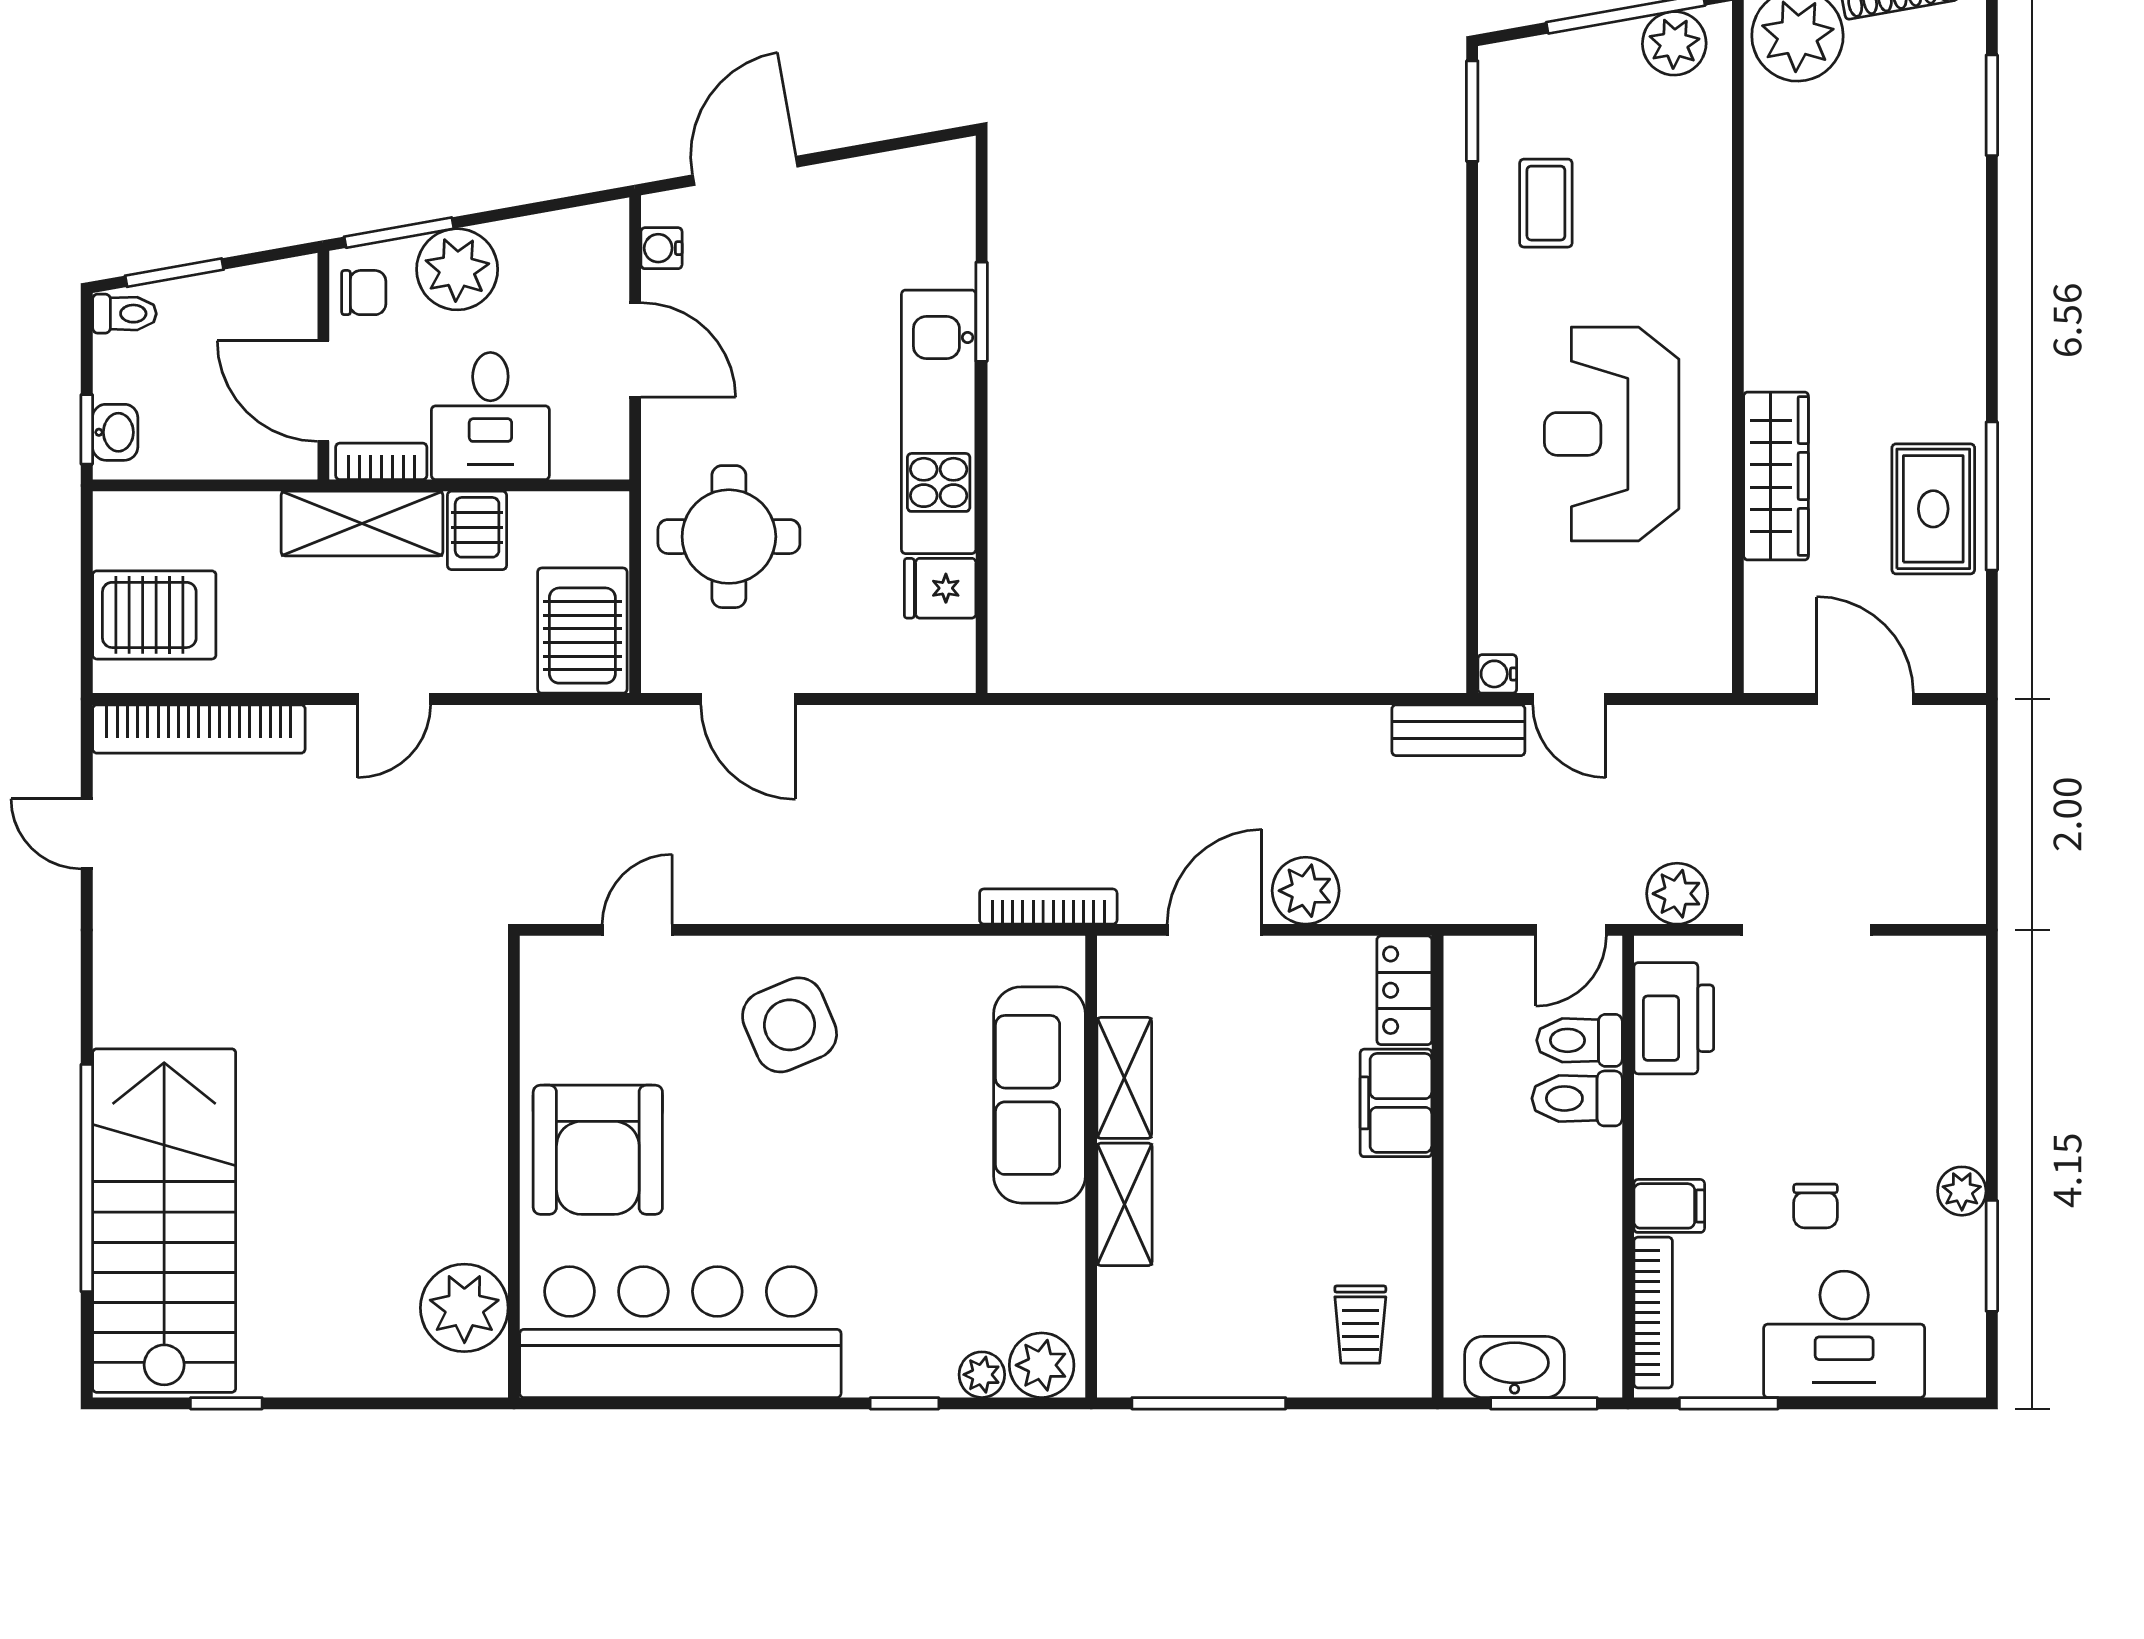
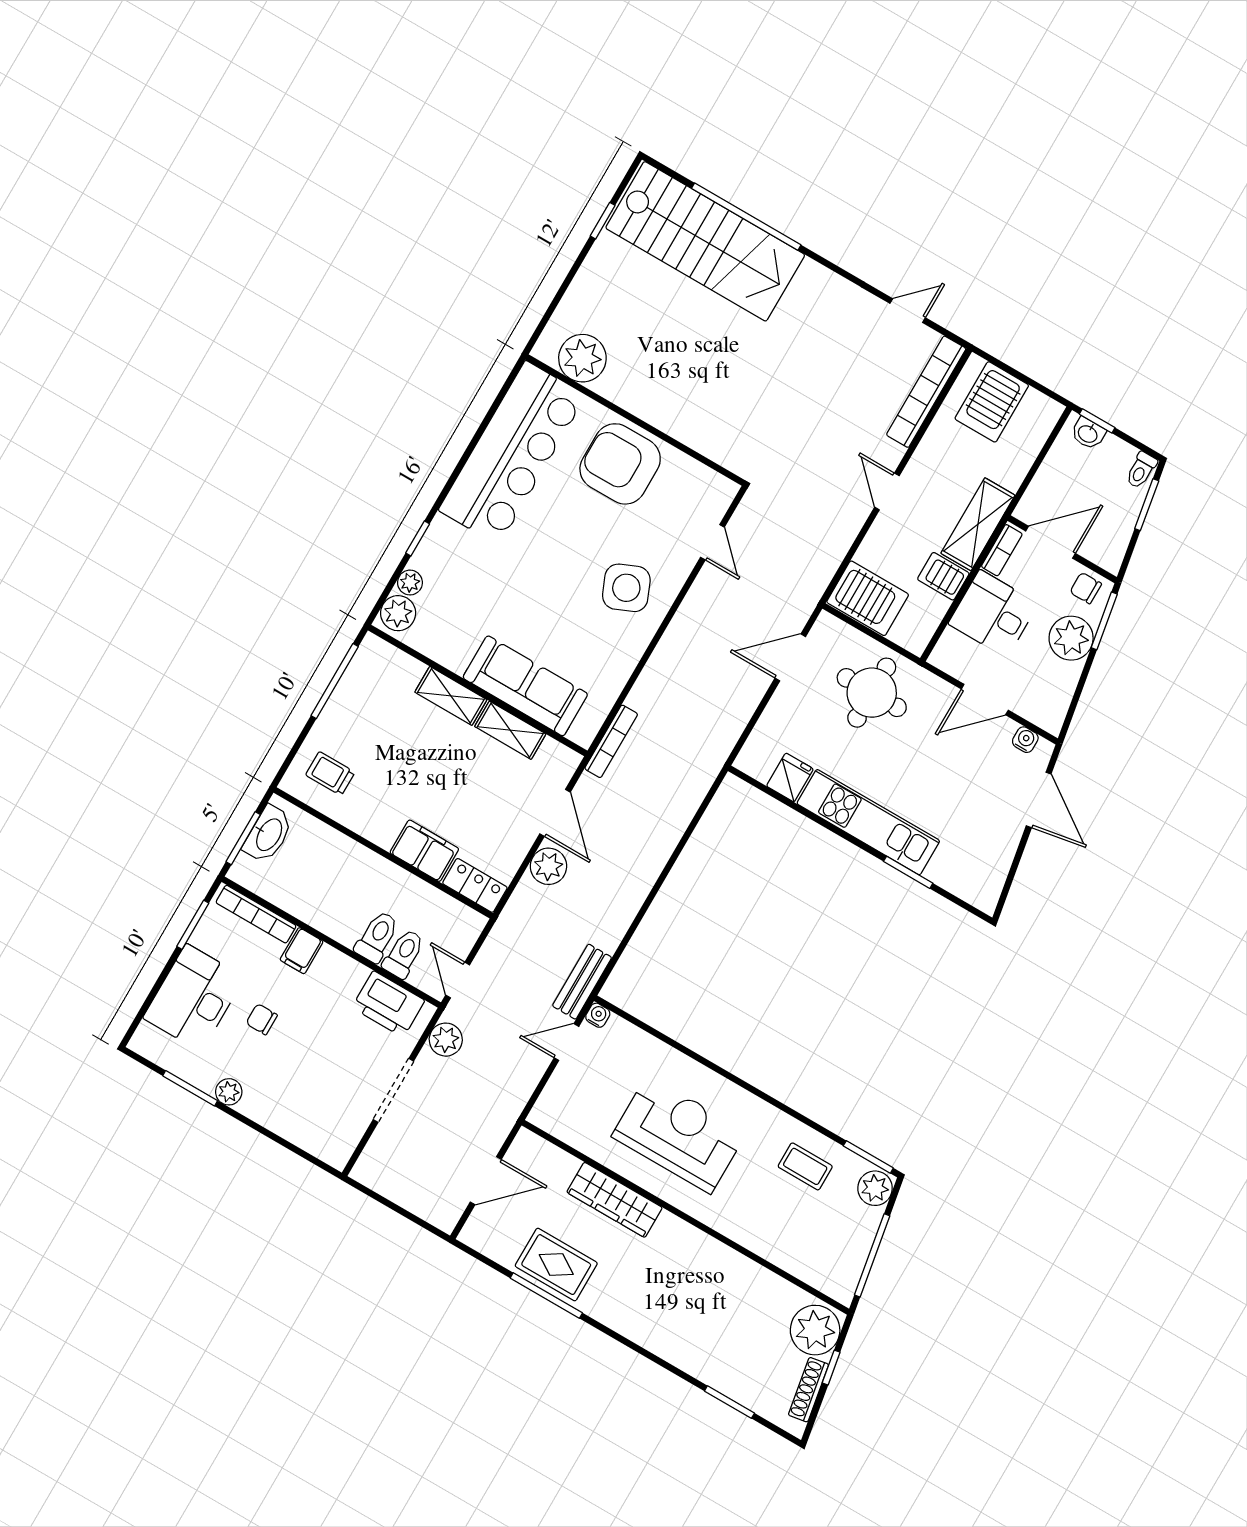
plant: (1674, 43) -> (875, 1188), moved
chair: (364, 293) -> (1086, 588), turned 90

